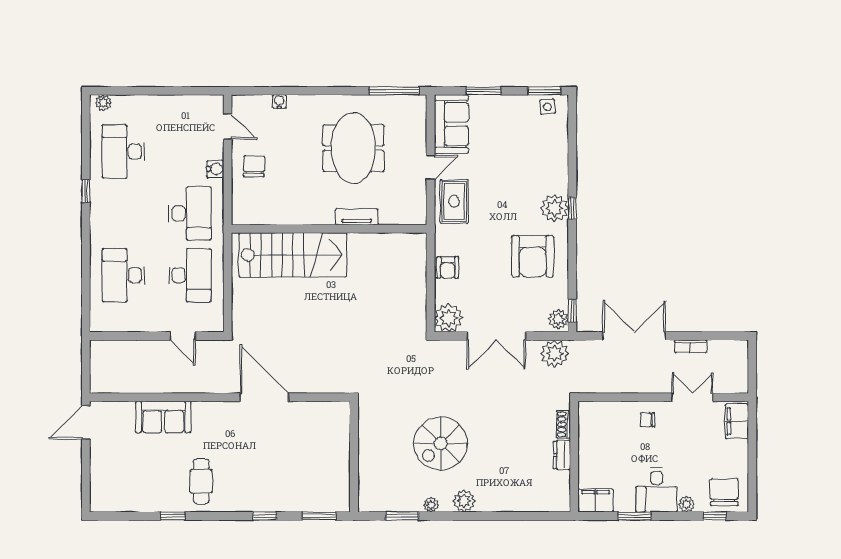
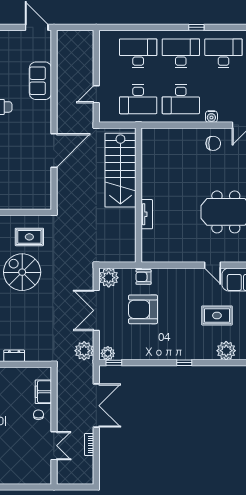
rug: (454, 201) -> (217, 315), moved
plant: (555, 208) -> (226, 351), moved
desk: (123, 213) -> (181, 53), added
tv unit: (357, 217) -> (147, 214), moved
wall: (329, 229) -> (139, 195), moved
stairs: (293, 255) -> (120, 170), moved
armchair: (533, 256) -> (143, 309), moved
filing cabinet: (737, 421) -> (43, 392), moved, turned -90
shoe rack: (563, 424) -> (35, 357), removed
rug: (390, 433) -> (29, 237), added

